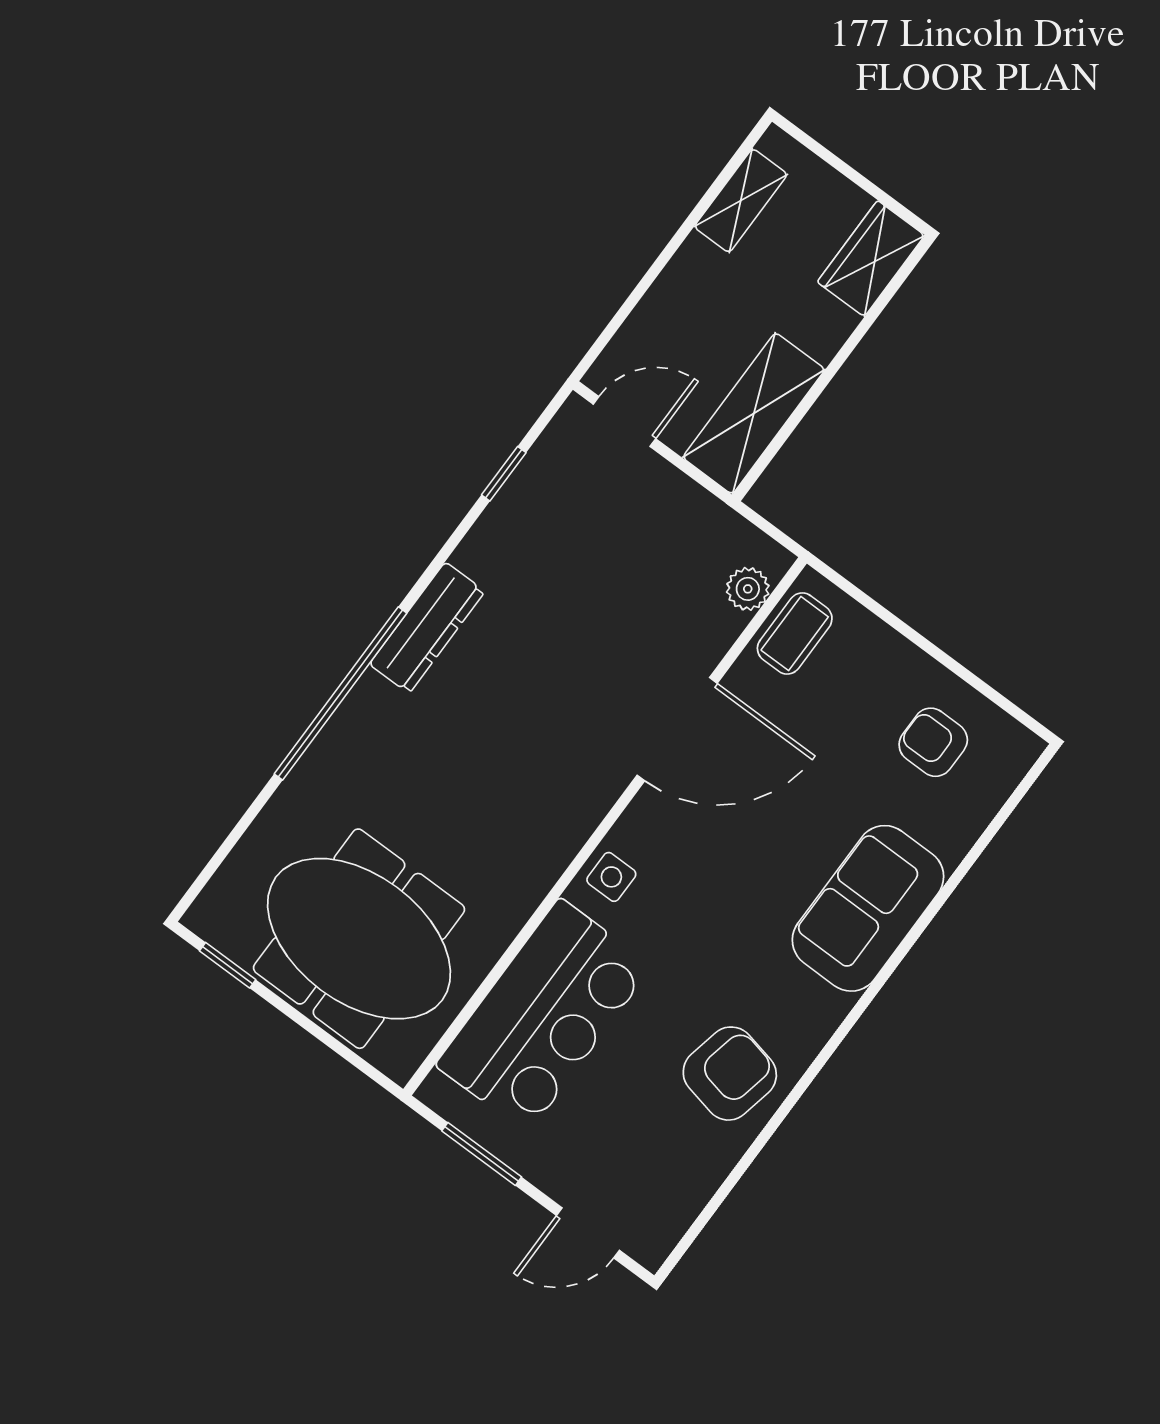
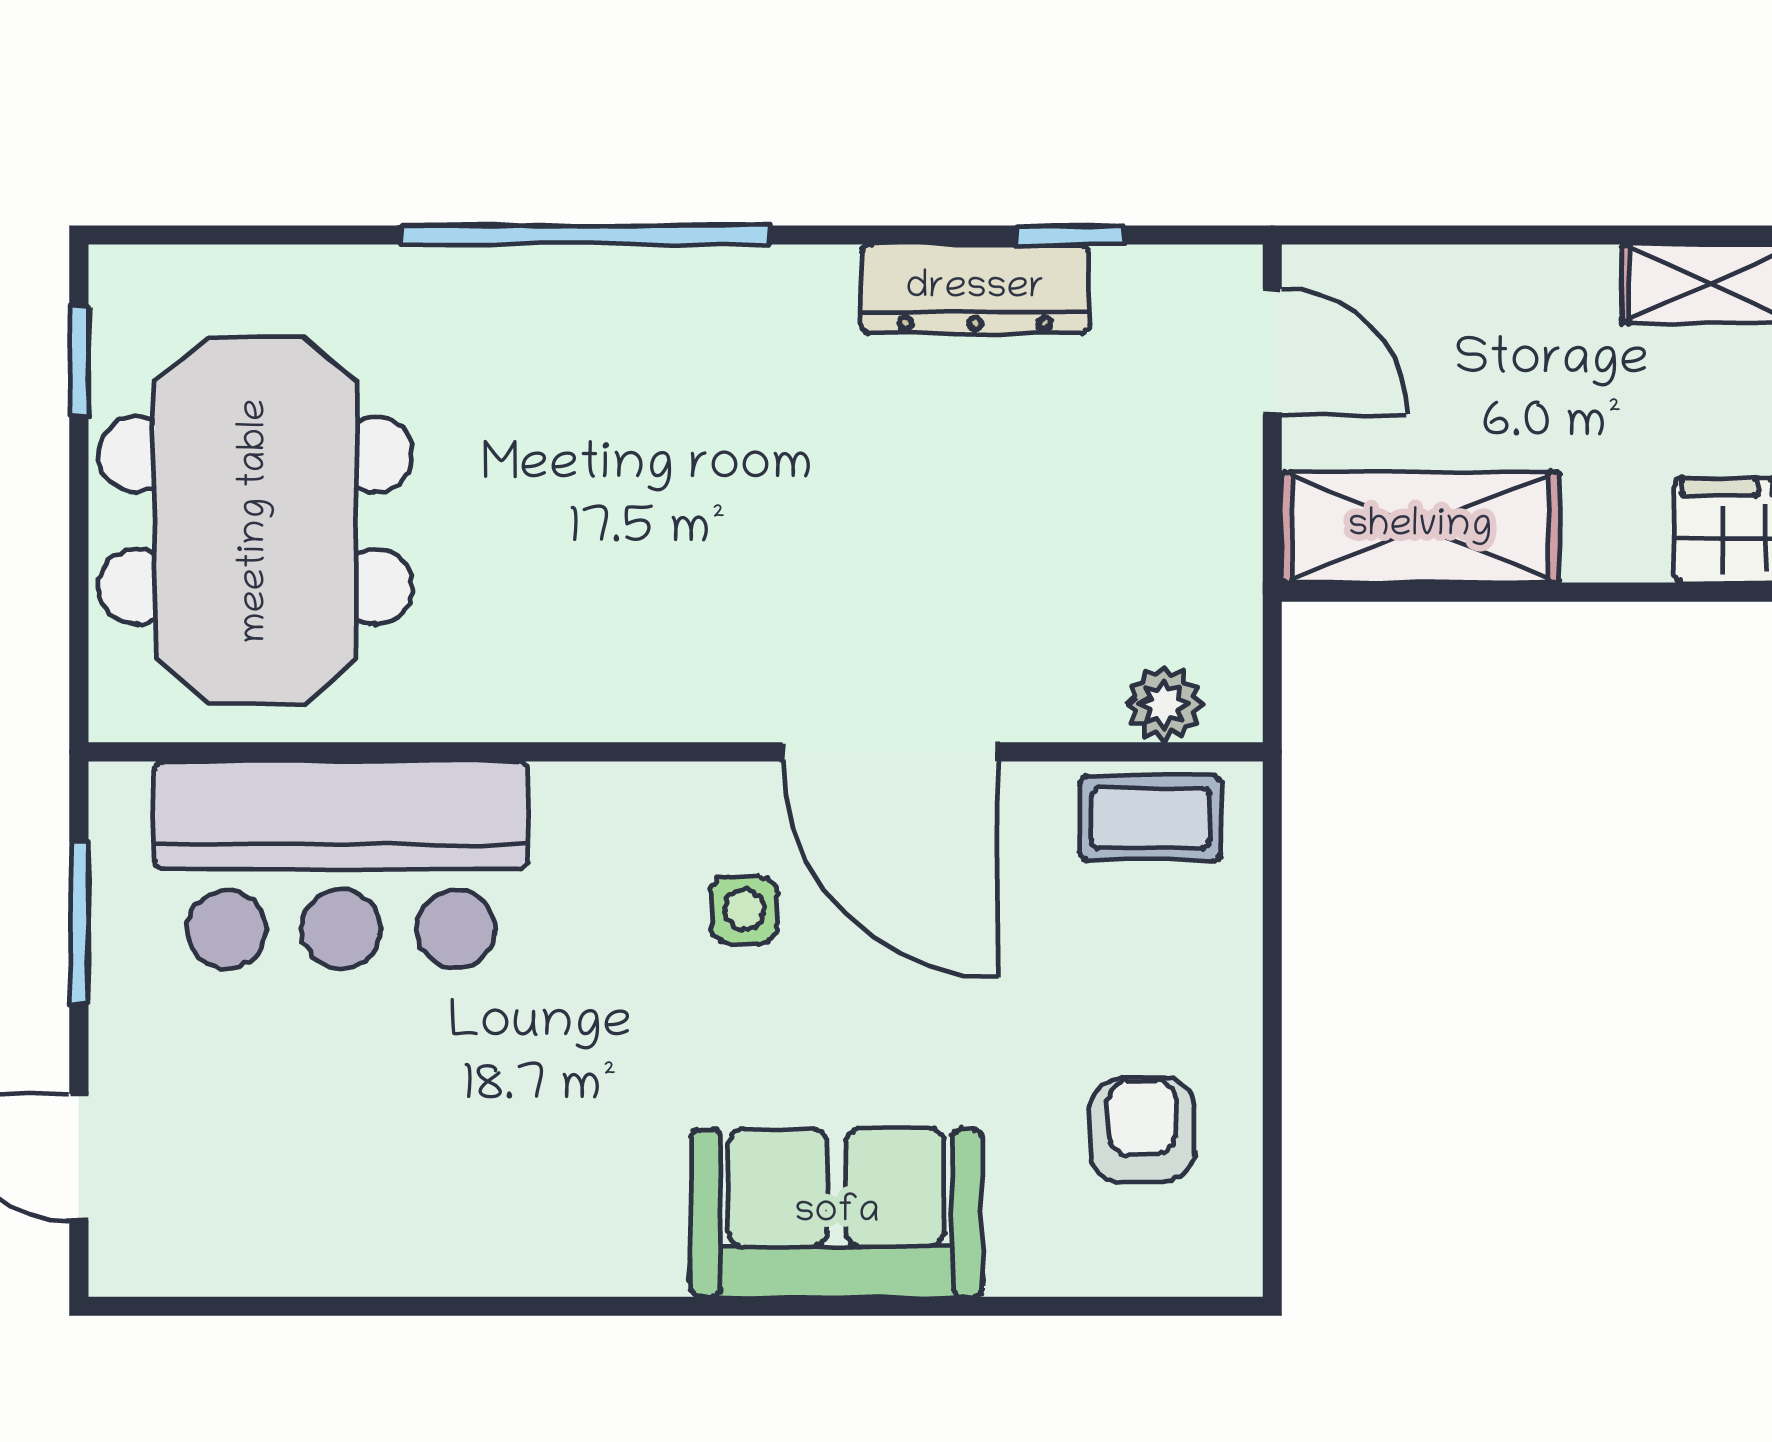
dresser: (427, 628) -> (975, 289), moved
side table: (611, 877) -> (744, 910), moved
armchair: (730, 1074) -> (456, 1191), removed

